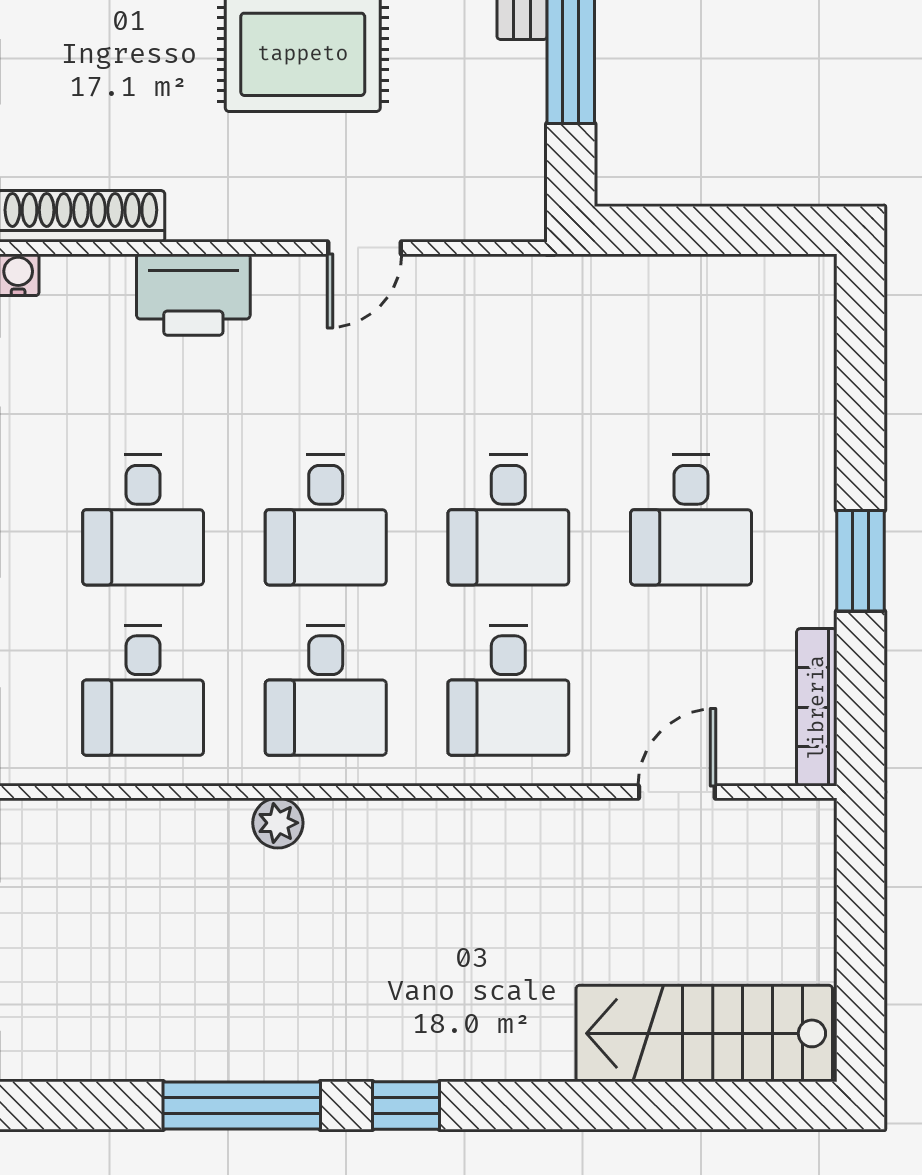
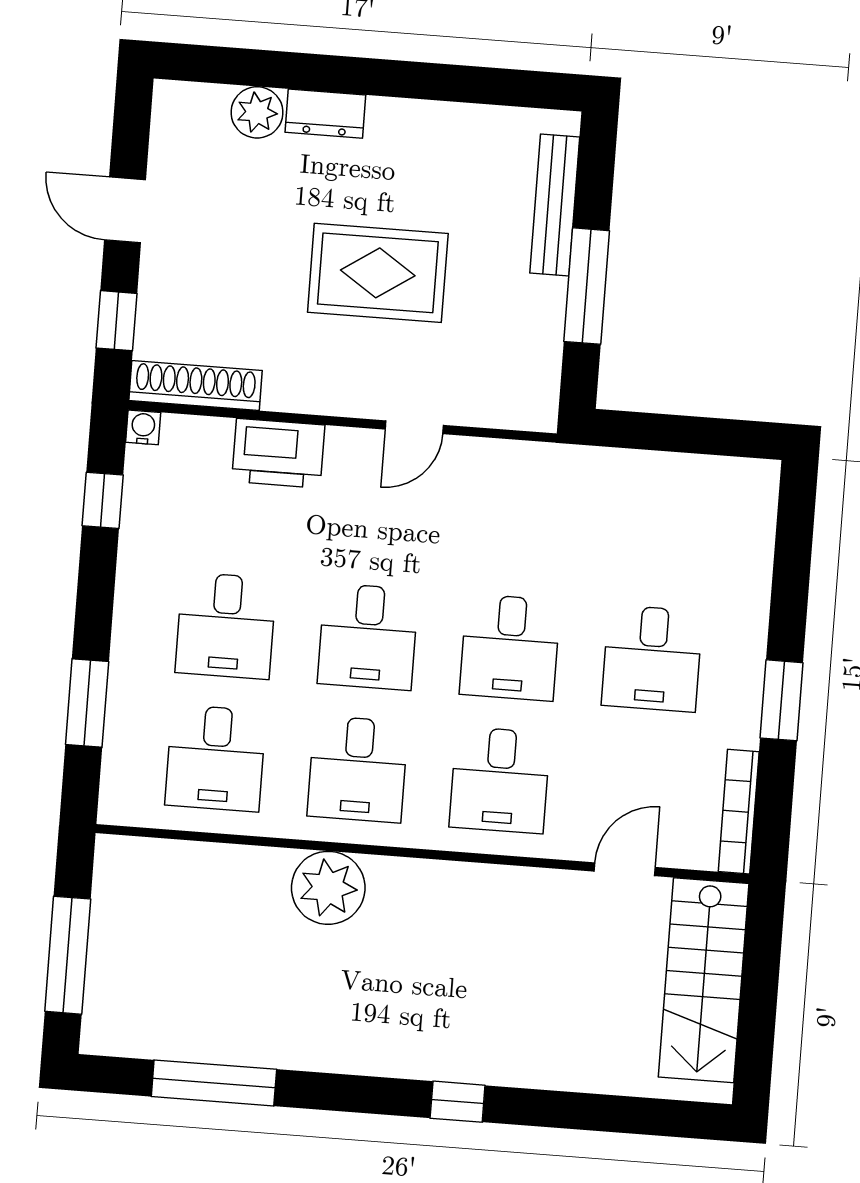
plant: (278, 823) -> (328, 888), width x1.88, depth x1.88
stairs: (704, 1033) -> (704, 980), moved, turned -90
window: (242, 1105) -> (214, 1083), moved
window: (406, 1105) -> (458, 1102), moved

